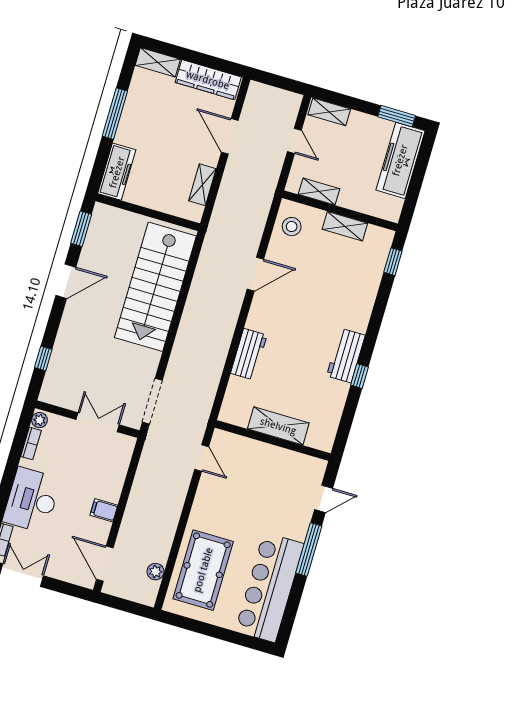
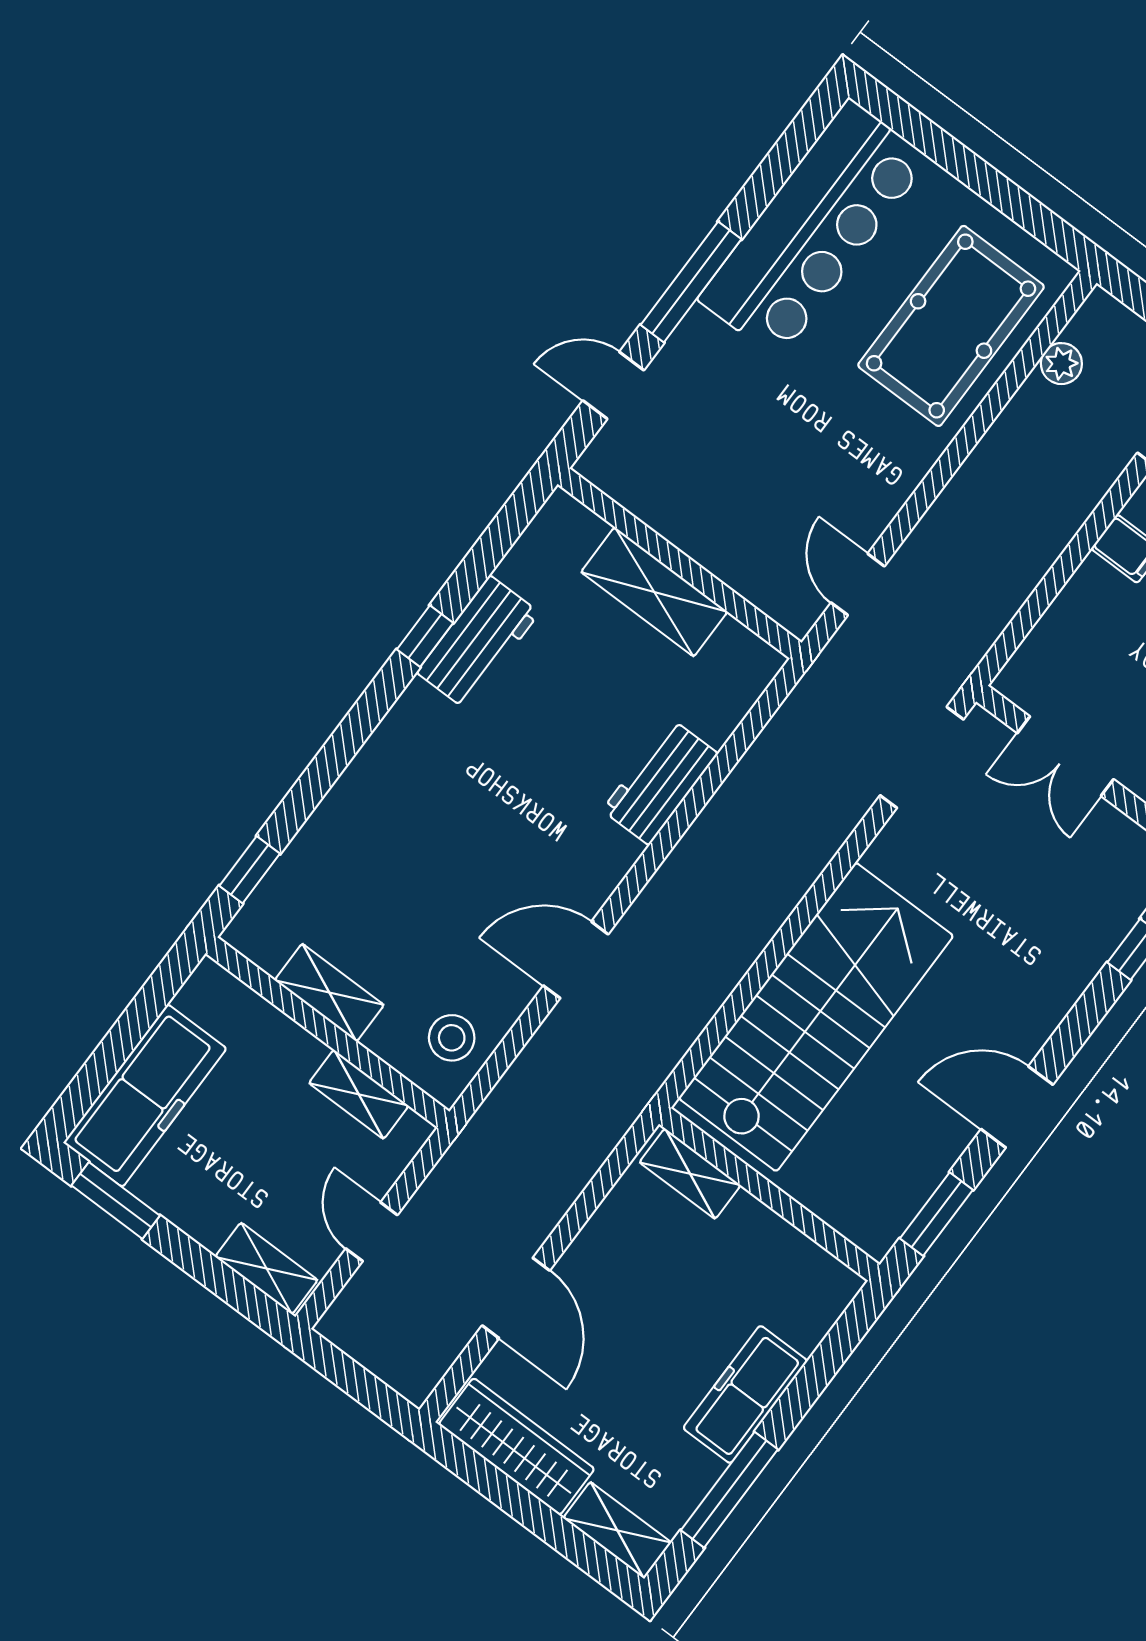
window: (115, 114) -> (729, 1490), moved
freezer: (117, 172) -> (745, 1394), moved
shelving: (202, 185) -> (690, 1174), moved, turned 90
workbench: (346, 355) -> (478, 642), moved

